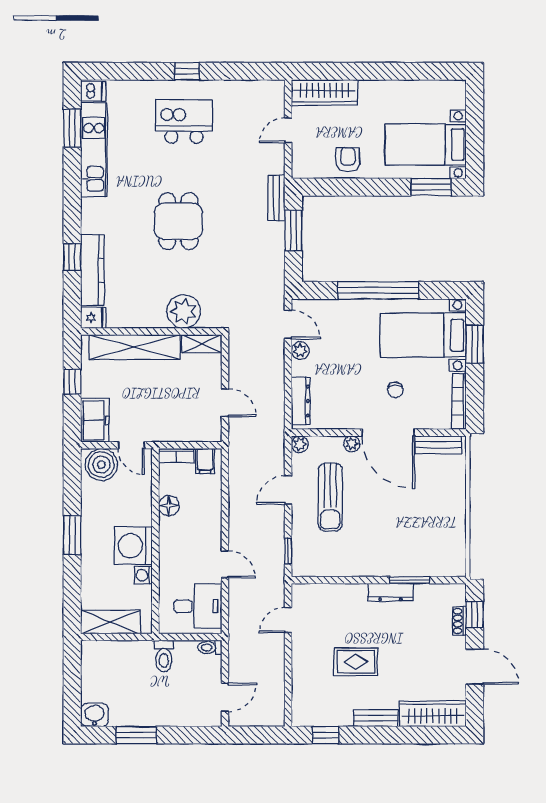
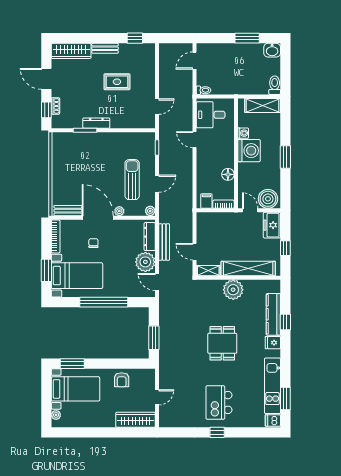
plant: (458, 101) -> (56, 415), added
kitchen island: (184, 122) -> (219, 402), turned 90
bench: (276, 198) -> (164, 242), moved, width x1.36
plant: (184, 312) -> (233, 290), moved
fridge: (93, 318) -> (273, 343), moved
plant: (300, 351) -> (145, 262), width x1.88, depth x1.88
door: (225, 403) -> (195, 252), moved
toilet: (164, 656) -> (275, 85), moved

